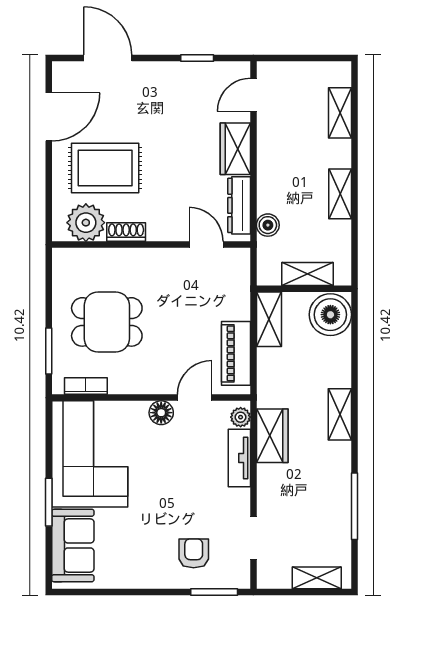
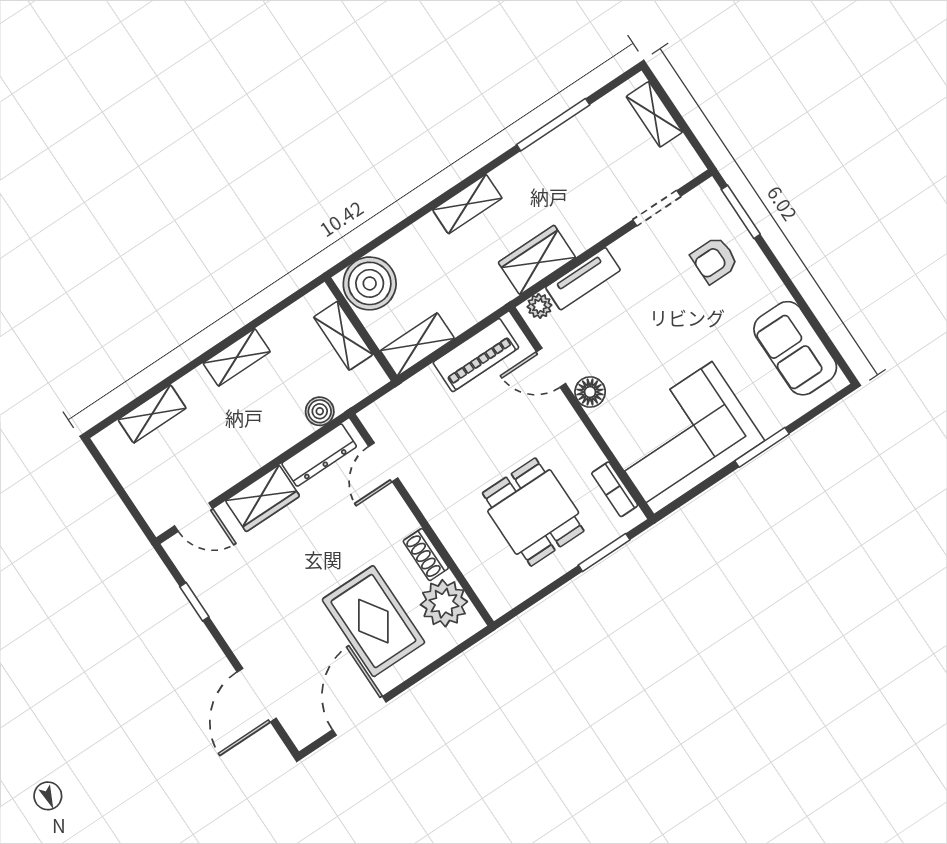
door: (49, 117) -> (359, 716), hinge flipped
sofa: (73, 545) -> (795, 348), moved, turned -90

